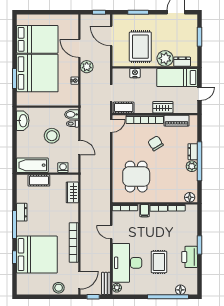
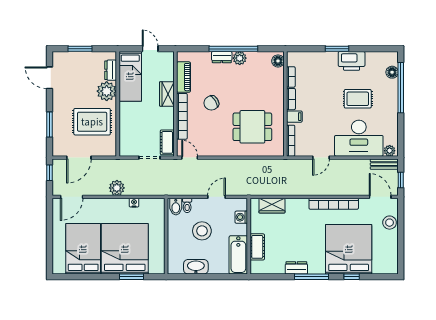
door: (79, 48) -> (72, 197), moved
nightstand: (135, 73) -> (125, 128), removed
washbasin: (23, 121) -> (196, 267), moved

